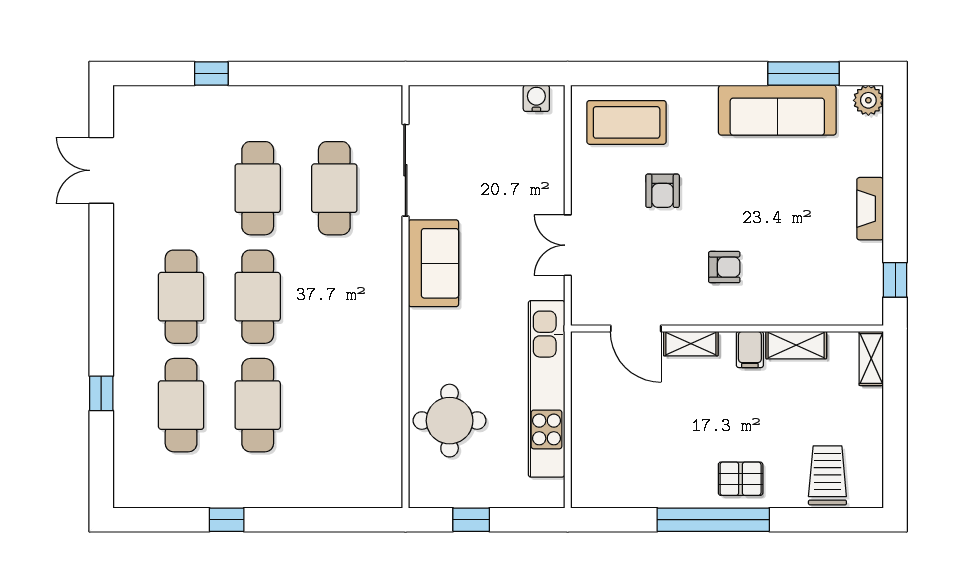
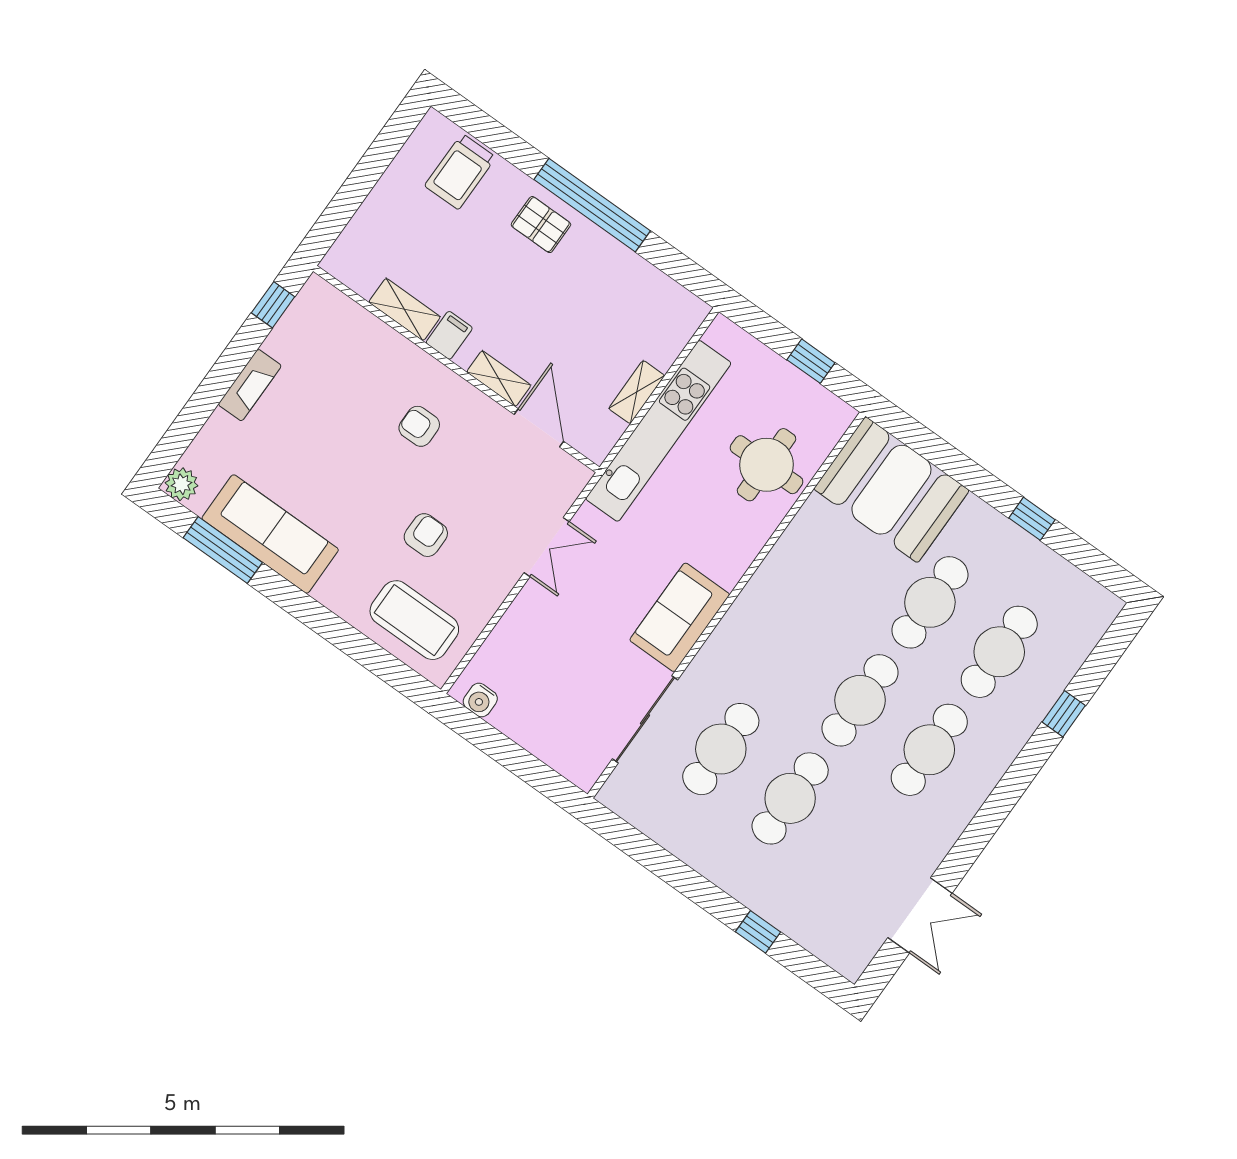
shelving: (871, 358) -> (637, 392), moved
booth: (345, 468) -> (891, 490), added

